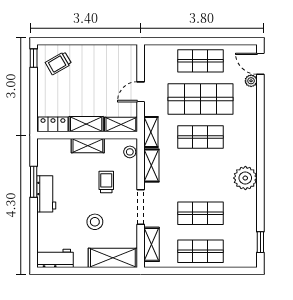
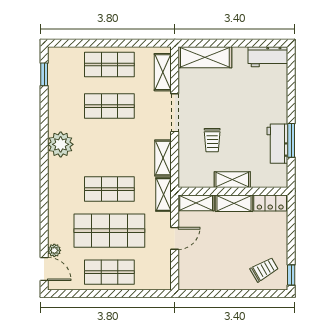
stool: (130, 152) -> (186, 173), removed
workbench: (46, 194) -> (277, 144), moved
stool: (95, 222) -> (225, 97), removed

